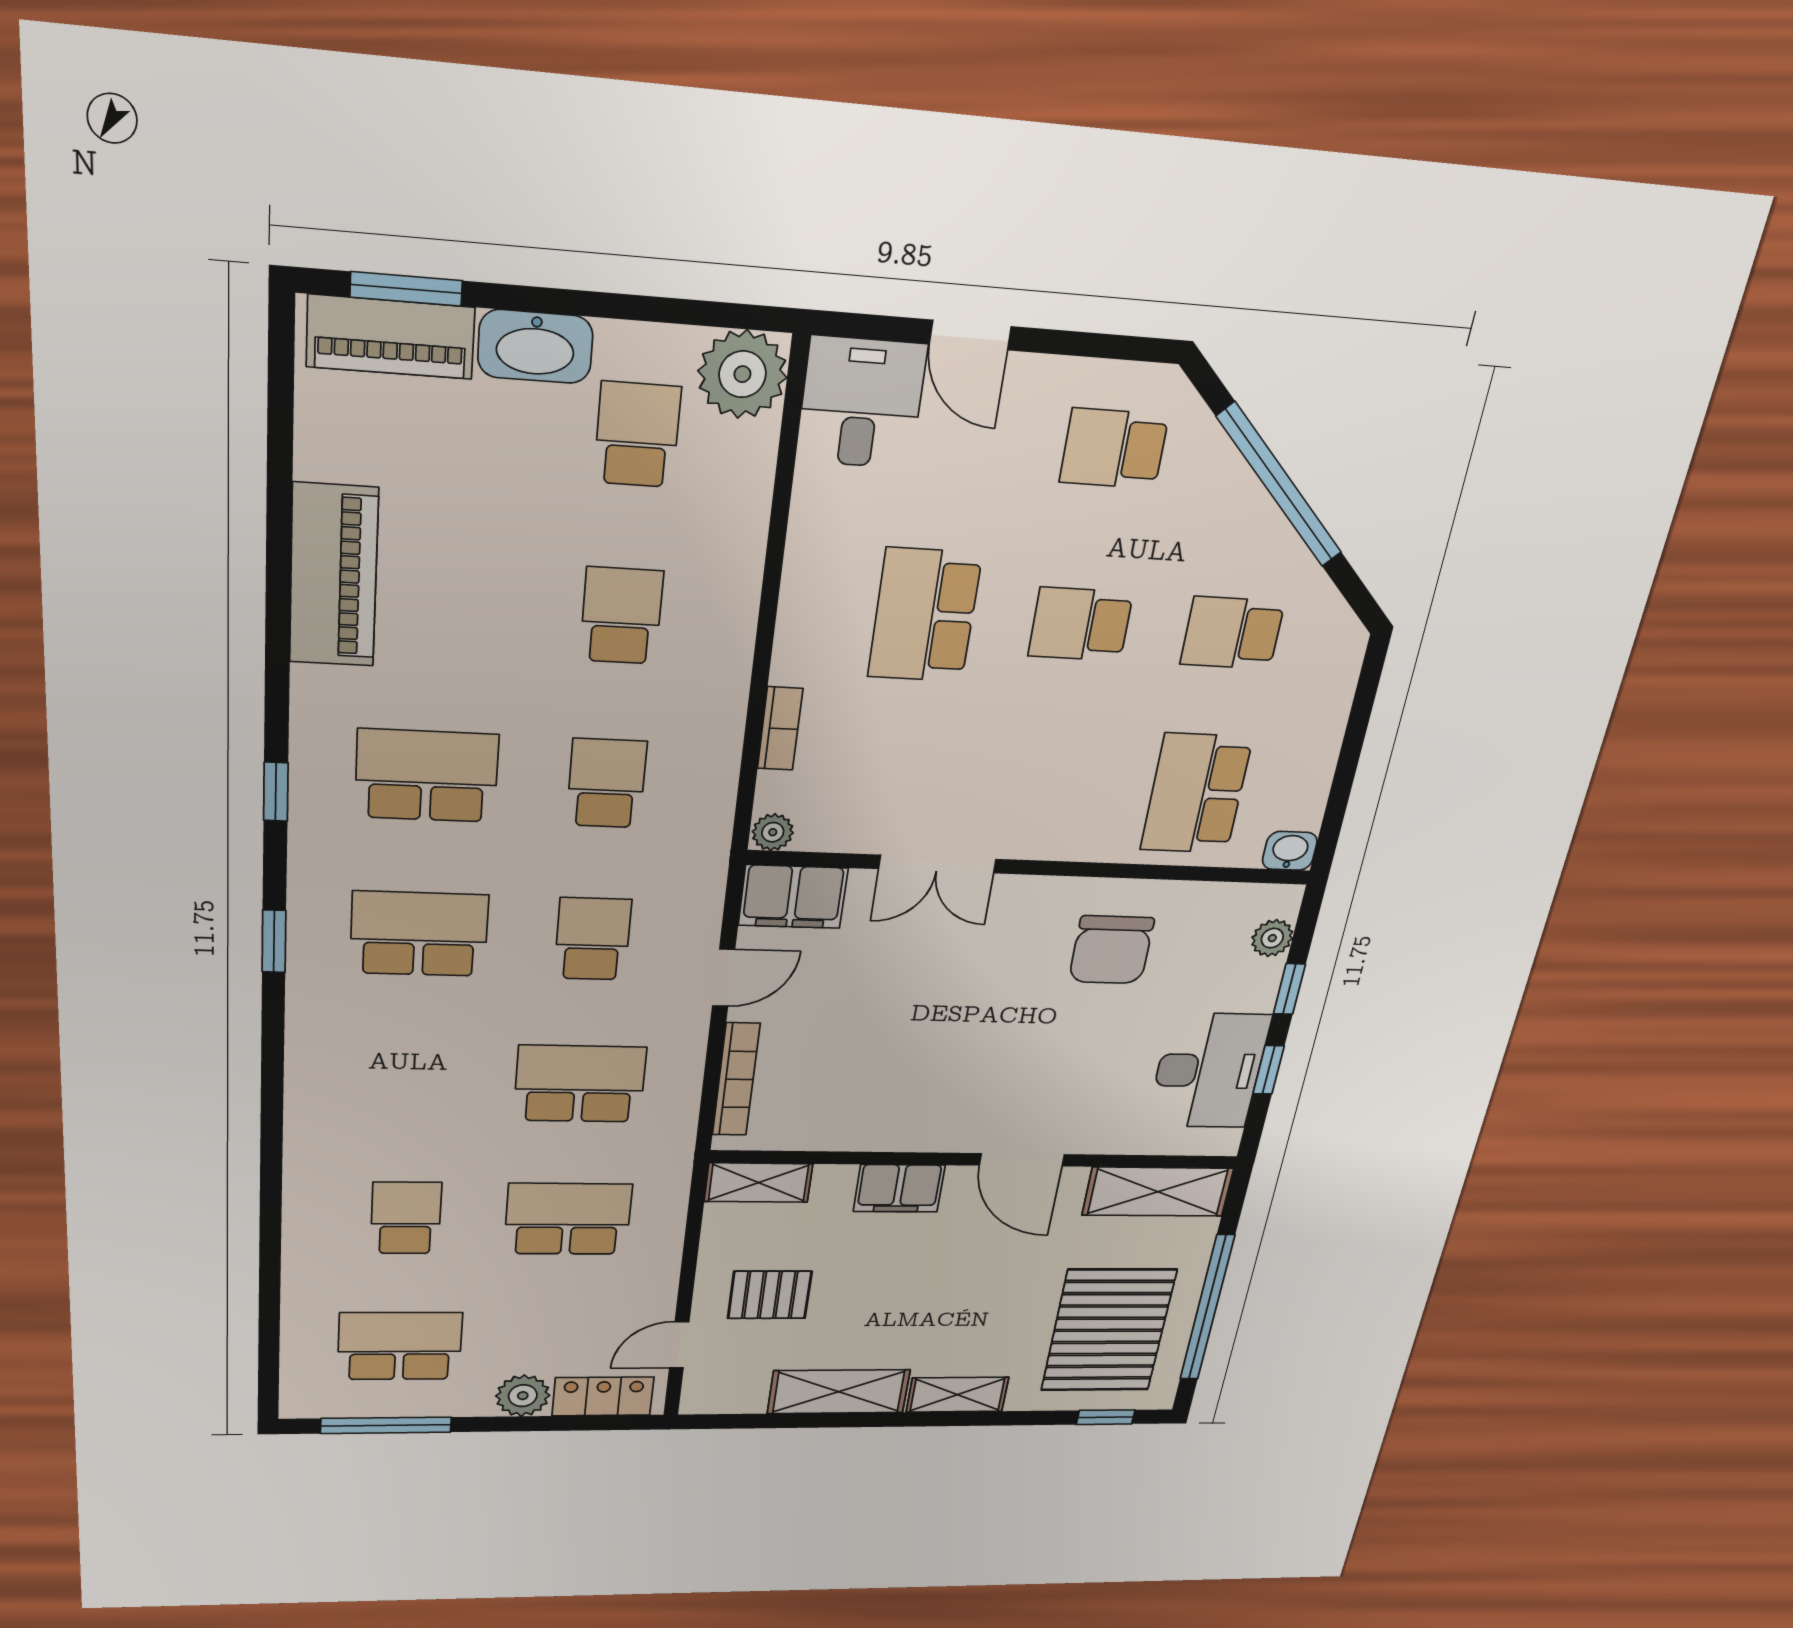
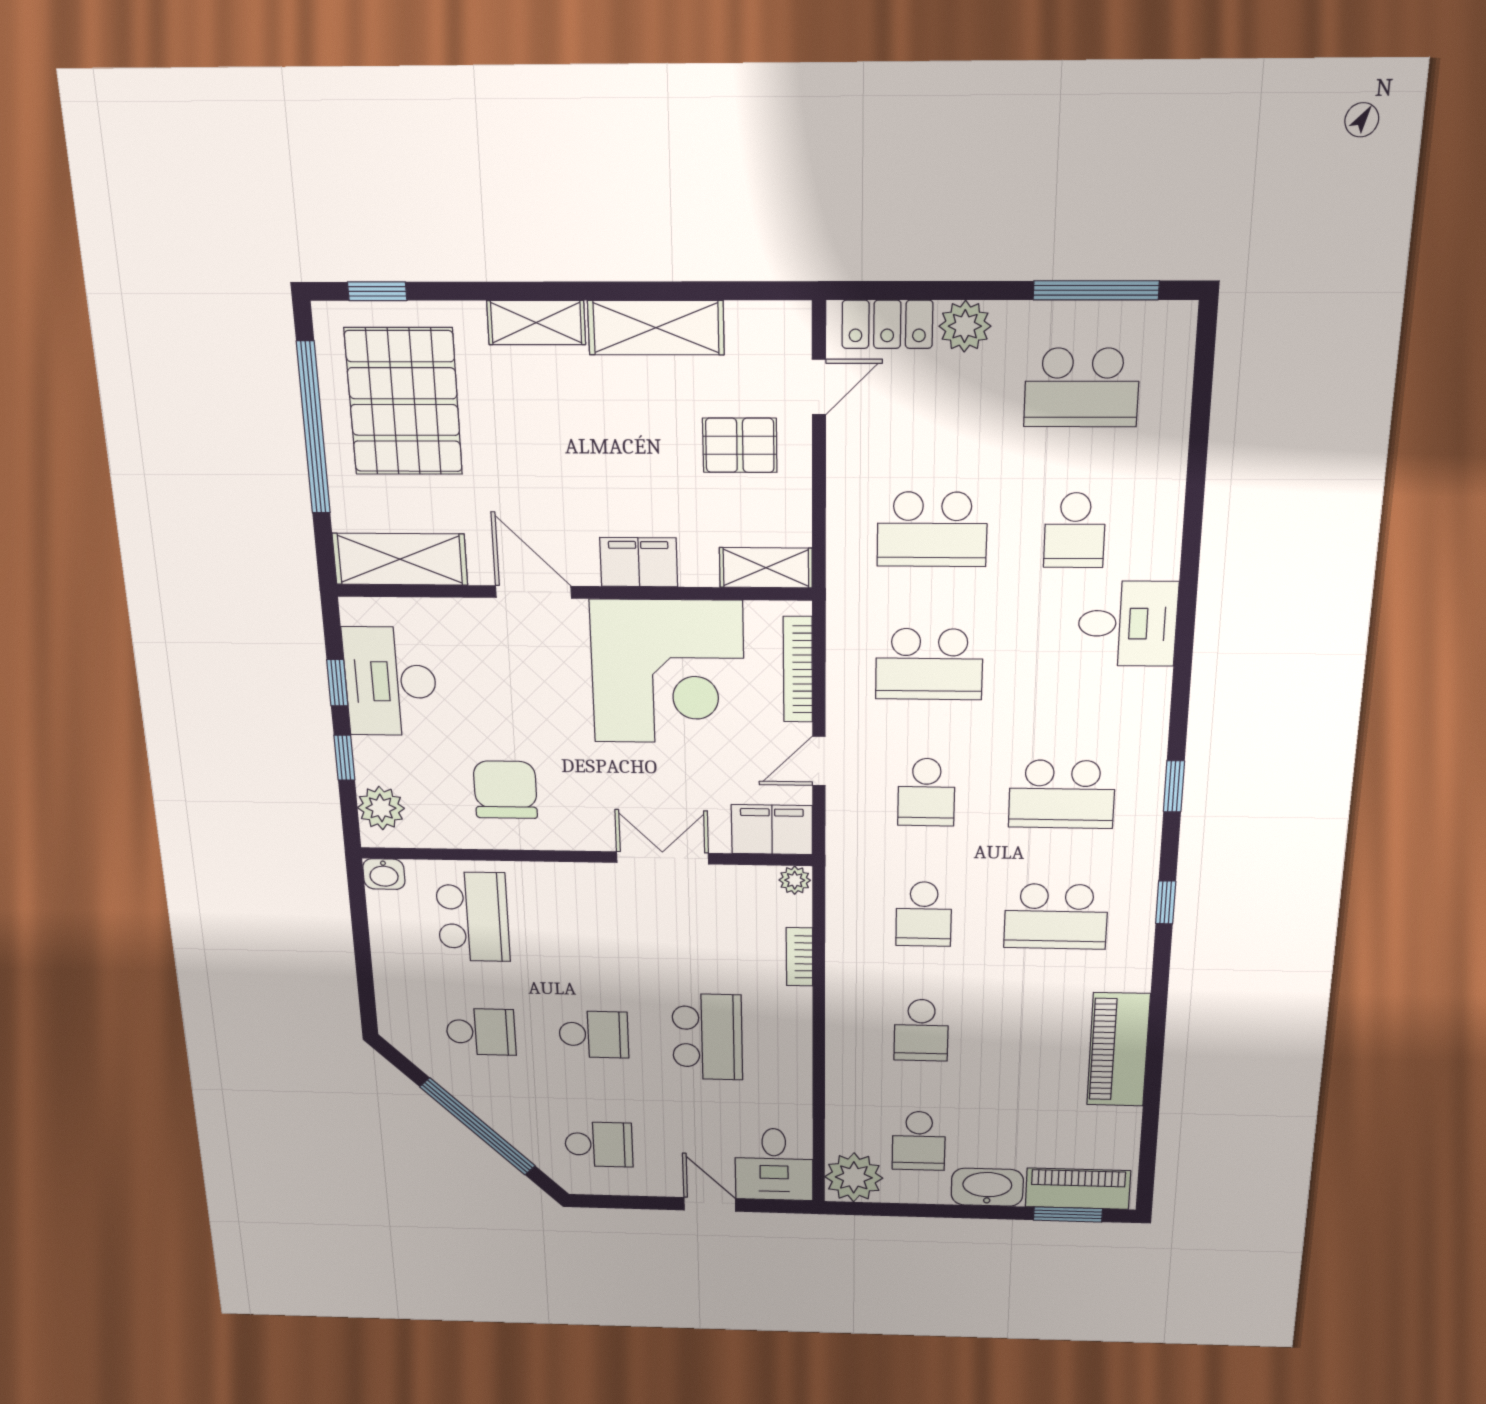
plant: (1272, 938) -> (381, 808), width x1.38, depth x1.38
corner desk: (889, 1078) -> (668, 672), added
desk: (342, 1125) -> (1128, 624), added

